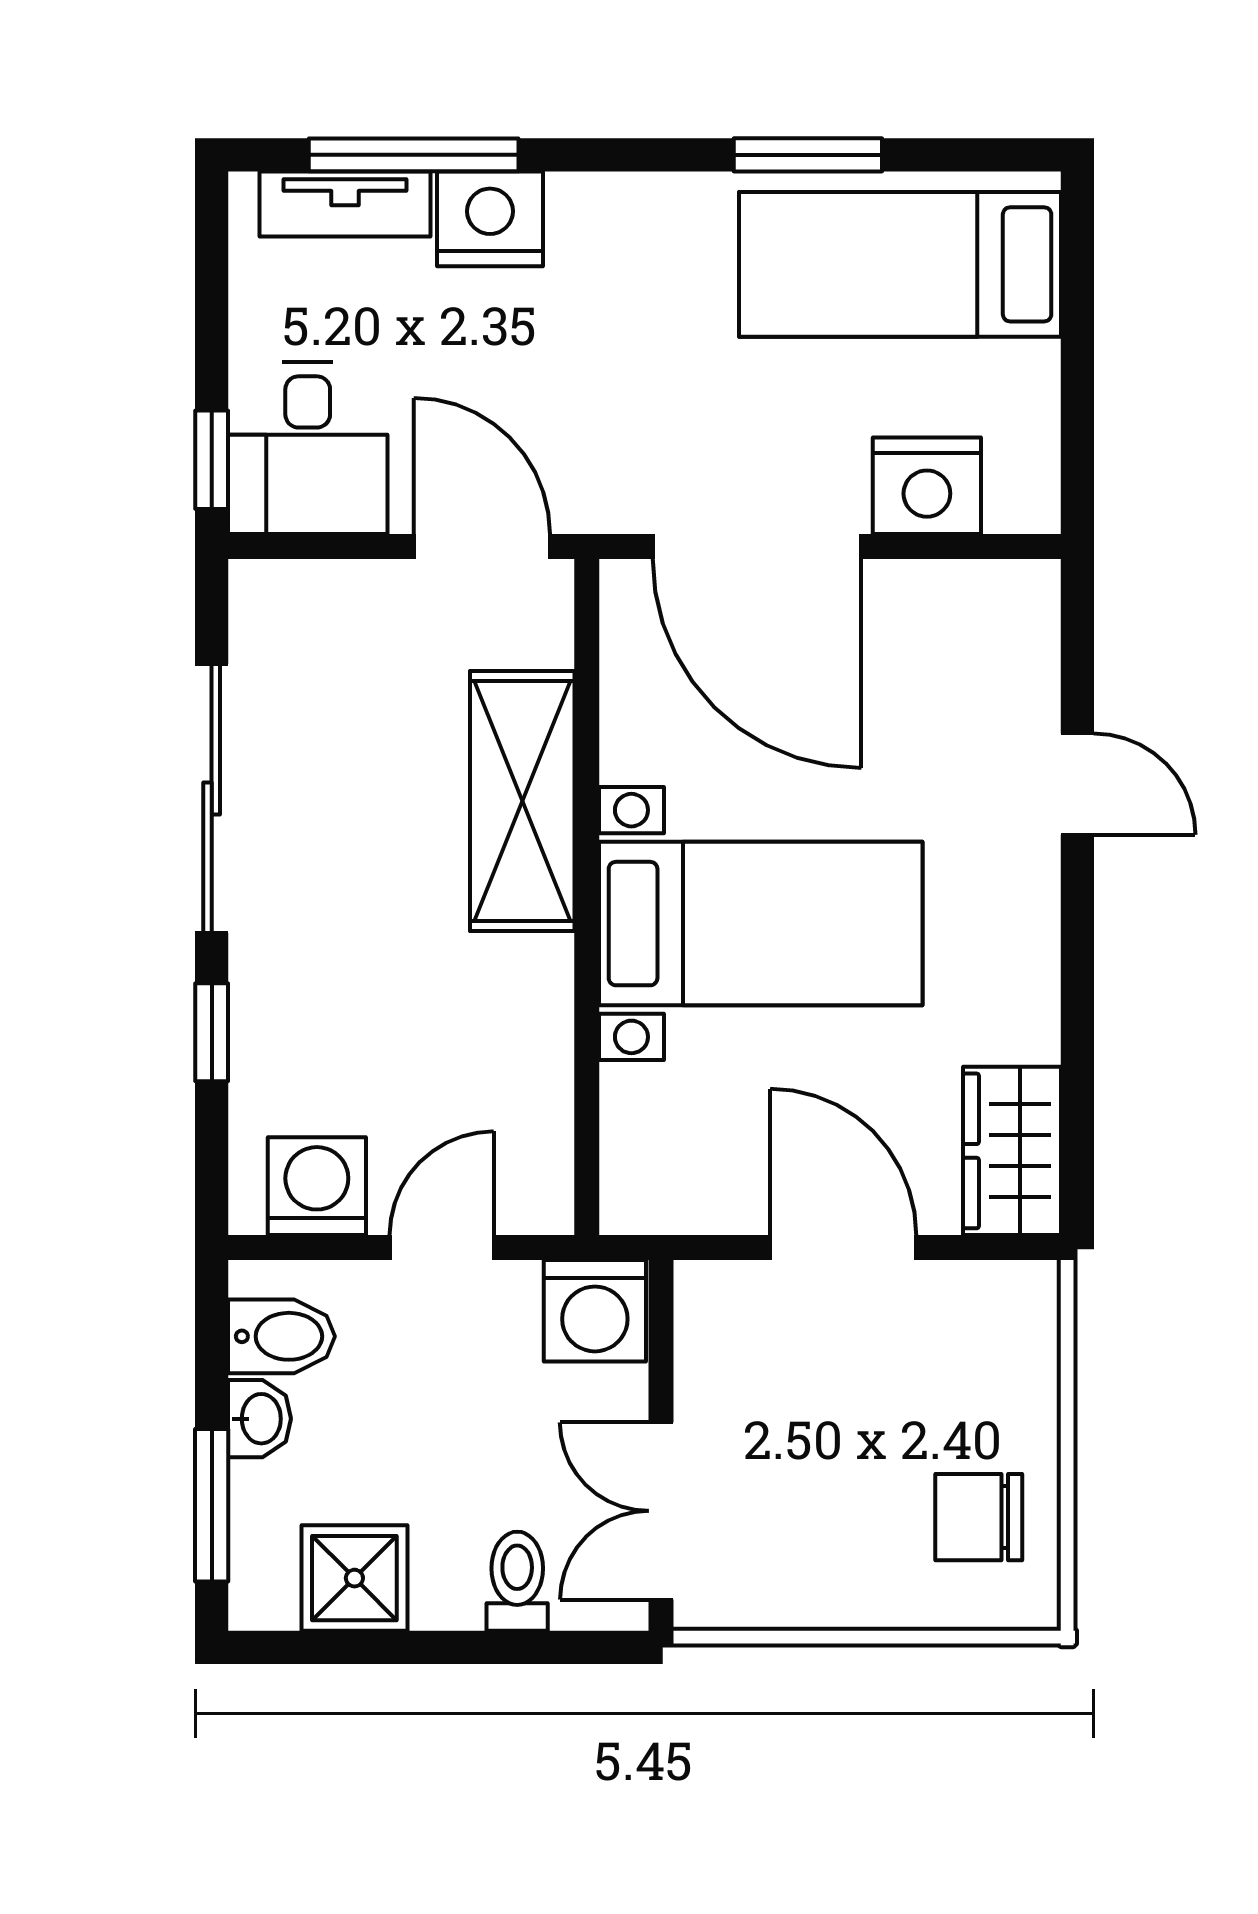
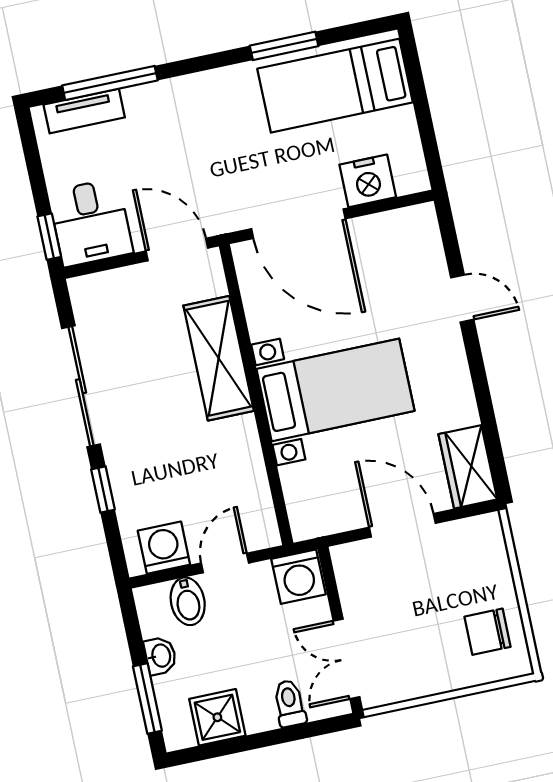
nightstand: (490, 219) -> (150, 104), removed
bidet: (281, 1336) -> (188, 601), moved, turned 90

